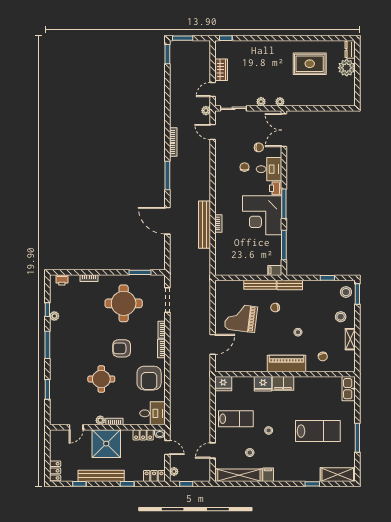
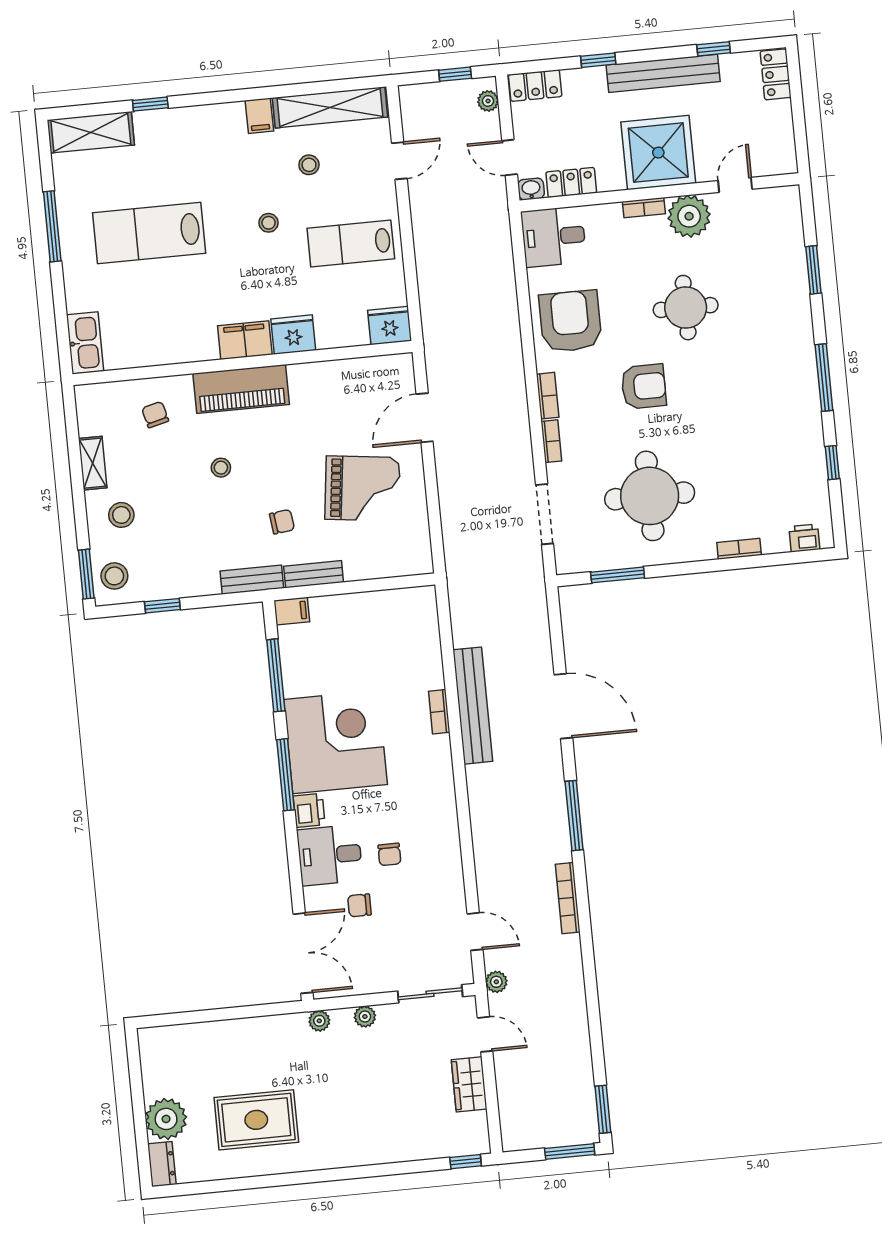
door: (213, 90) -> (485, 1034), hinge flipped
bench: (260, 285) -> (314, 574), width x0.73
plant: (54, 316) -> (814, 449), removed
plant: (100, 420) -> (689, 216), width x1.88, depth x1.88

